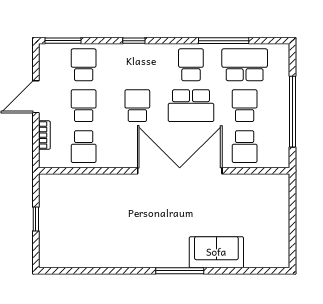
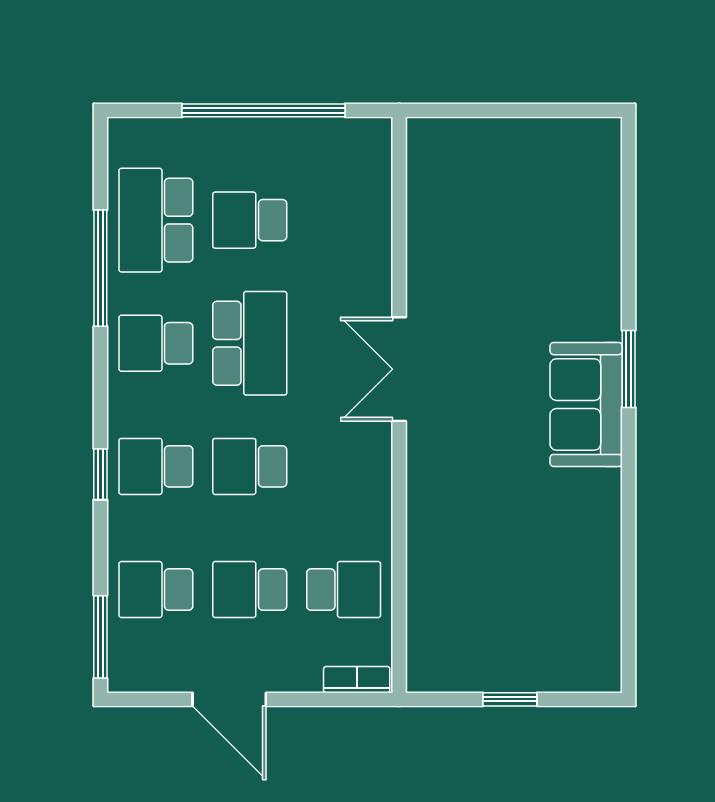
bookcase: (44, 135) -> (357, 680), moved
school desk: (245, 147) -> (156, 466), moved, turned 180
double door: (180, 171) -> (399, 369), width x0.54
sofa: (216, 252) -> (586, 405), moved
window: (180, 271) -> (629, 369), width x0.69

